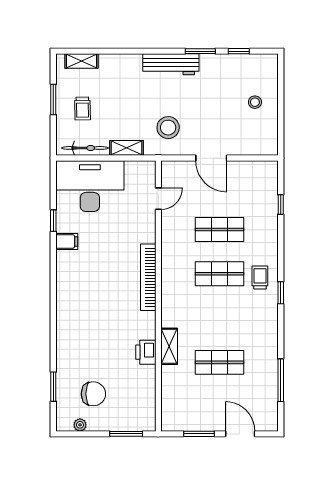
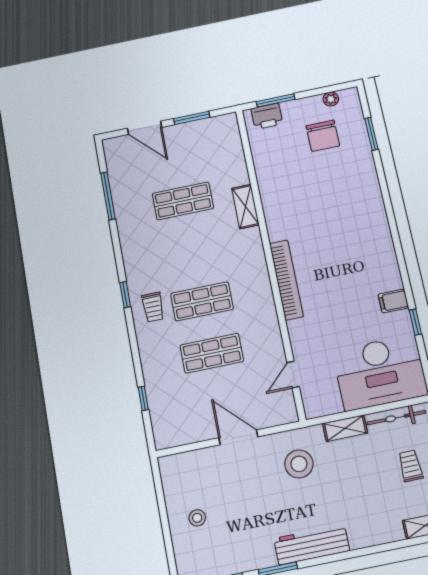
printer: (146, 352) -> (267, 116), moved, turned 90
chair: (93, 394) -> (323, 136), turned -90

